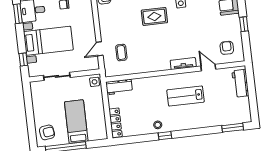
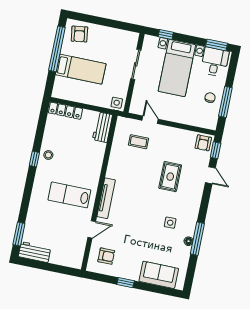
rug: (154, 16) -> (170, 177), moved
tv unit: (183, 63) -> (106, 198), width x1.41
workbench: (240, 83) -> (35, 252), moved
lab bench: (186, 96) -> (69, 195), turned -90

